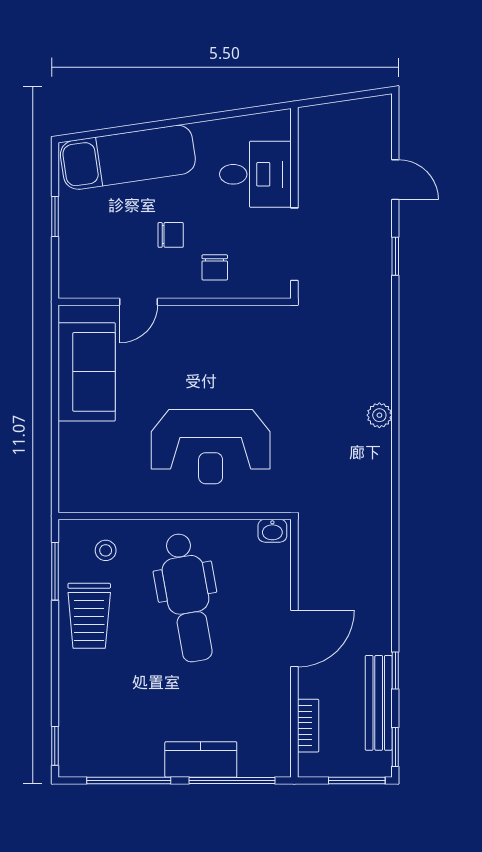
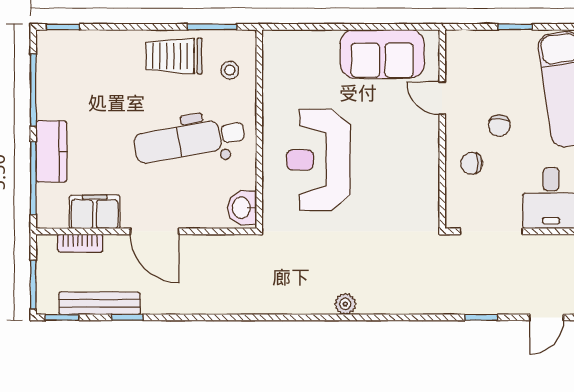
washbasin: (272, 531) -> (242, 208), width x1.38, depth x1.45
filing cabinet: (272, 709) -> (95, 212), added

